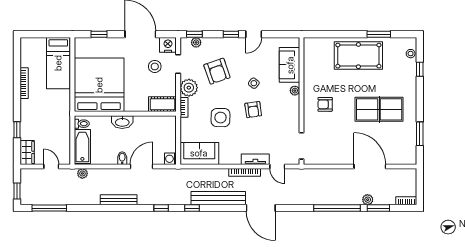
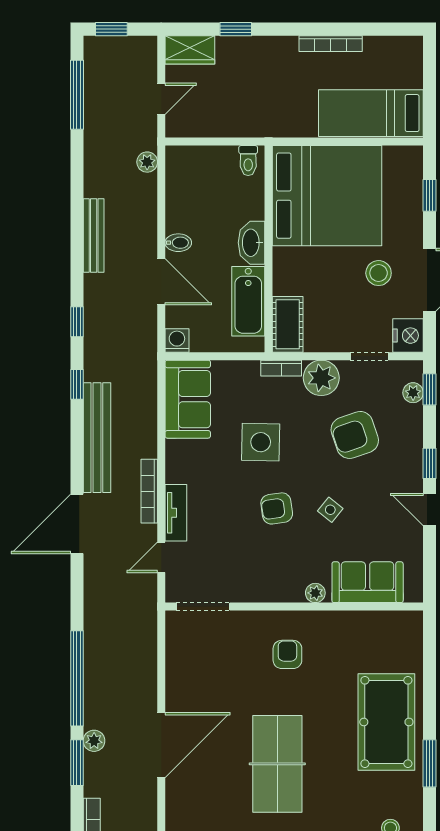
stool: (155, 66) -> (379, 273), moved
bathtub: (82, 146) -> (248, 301), moved, turned 90

